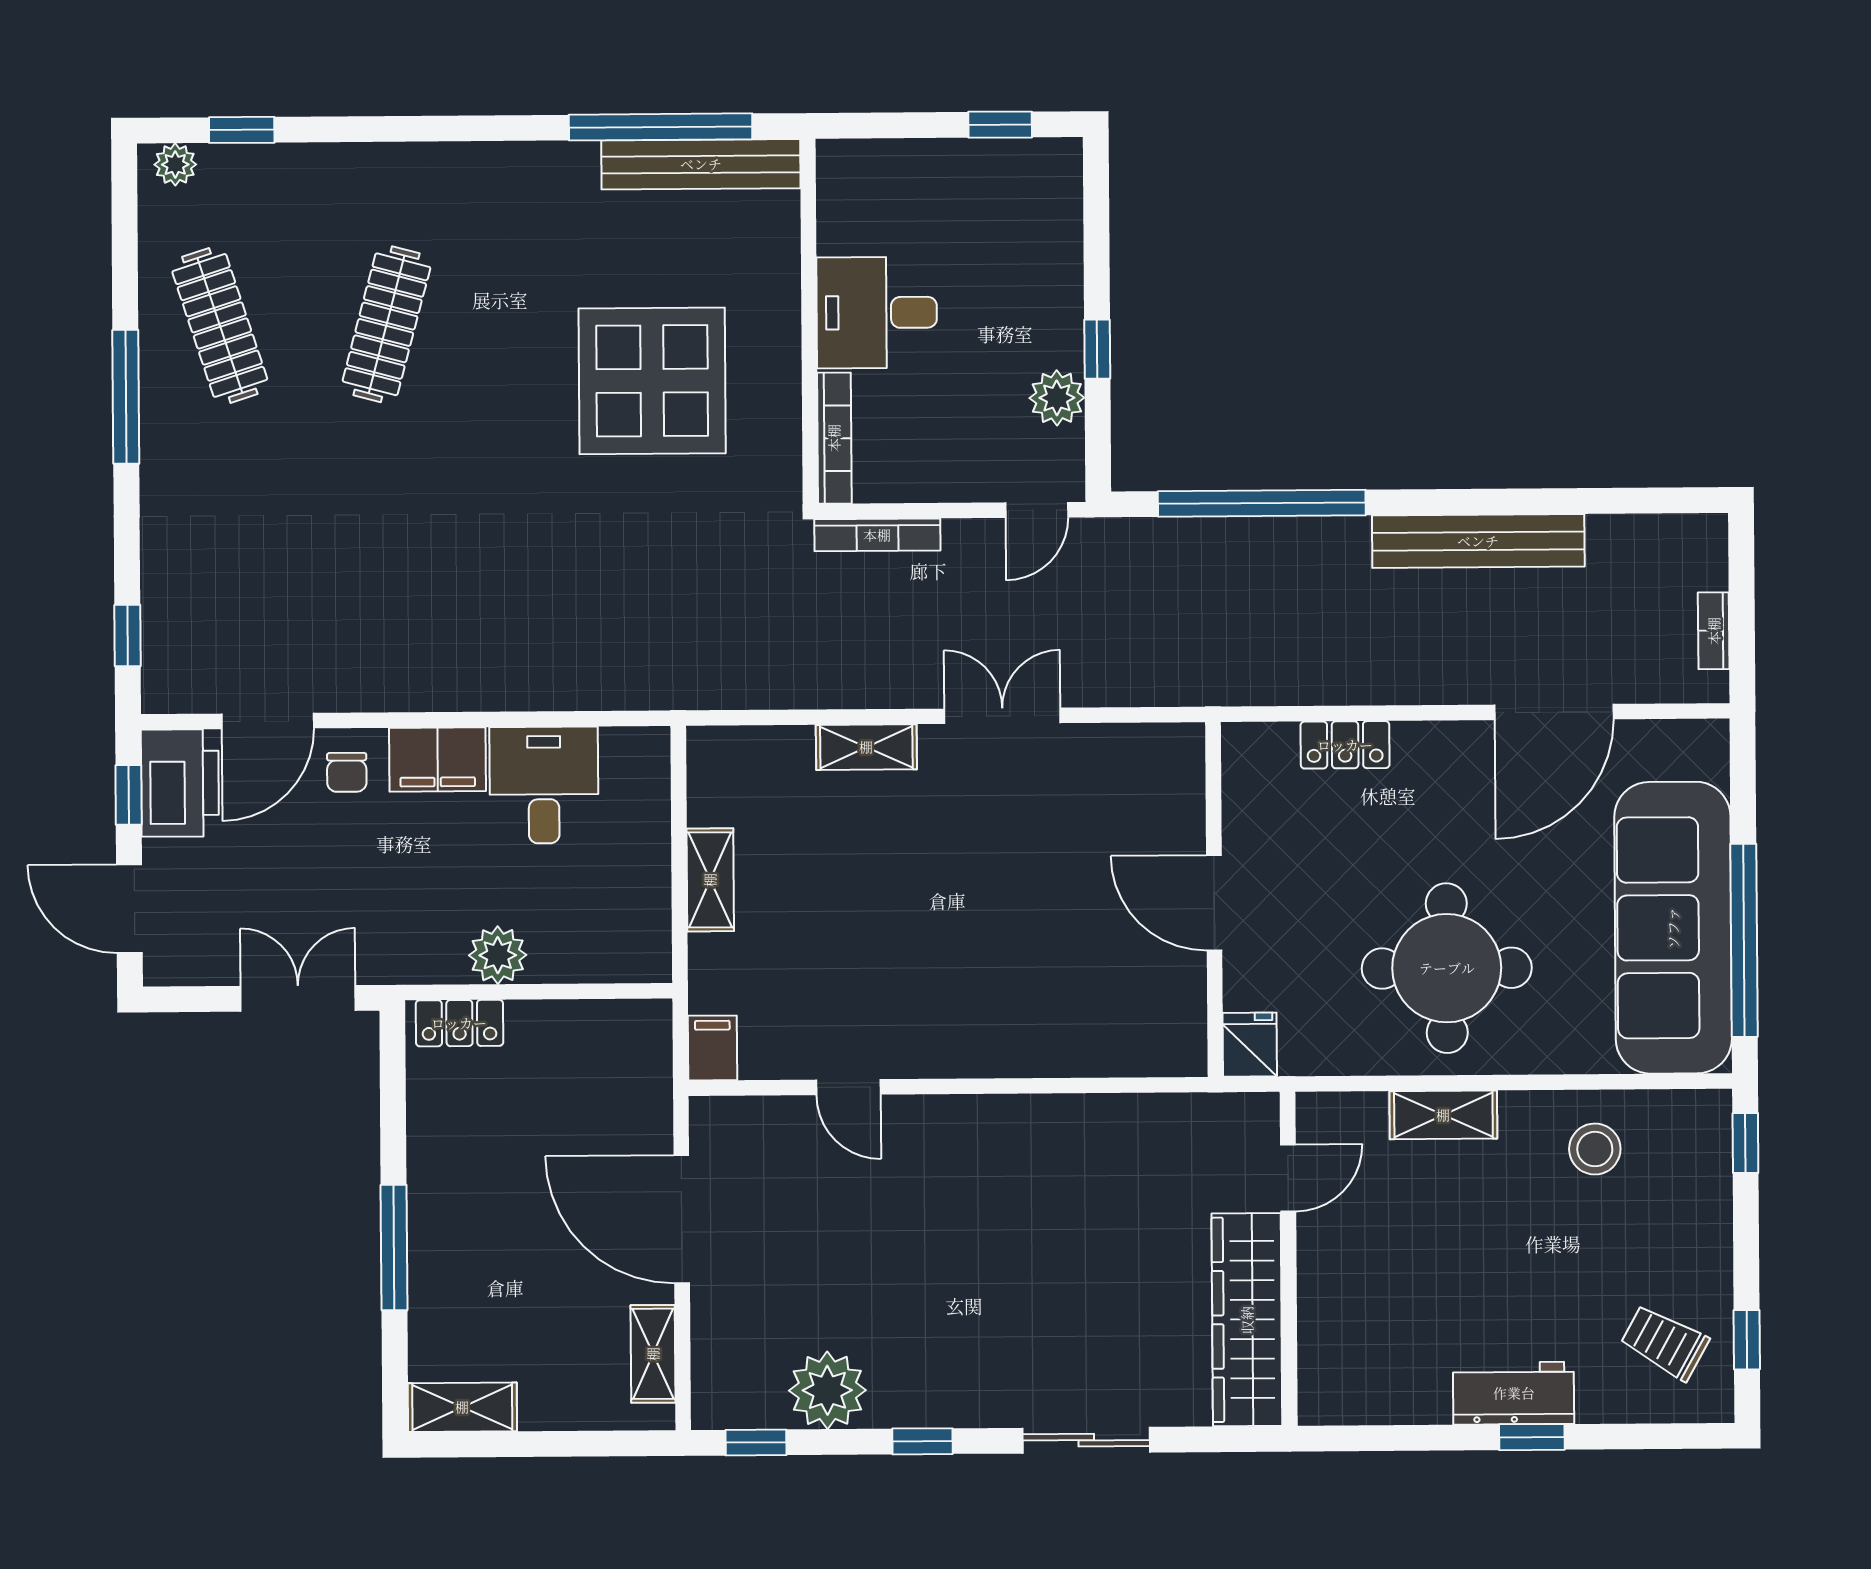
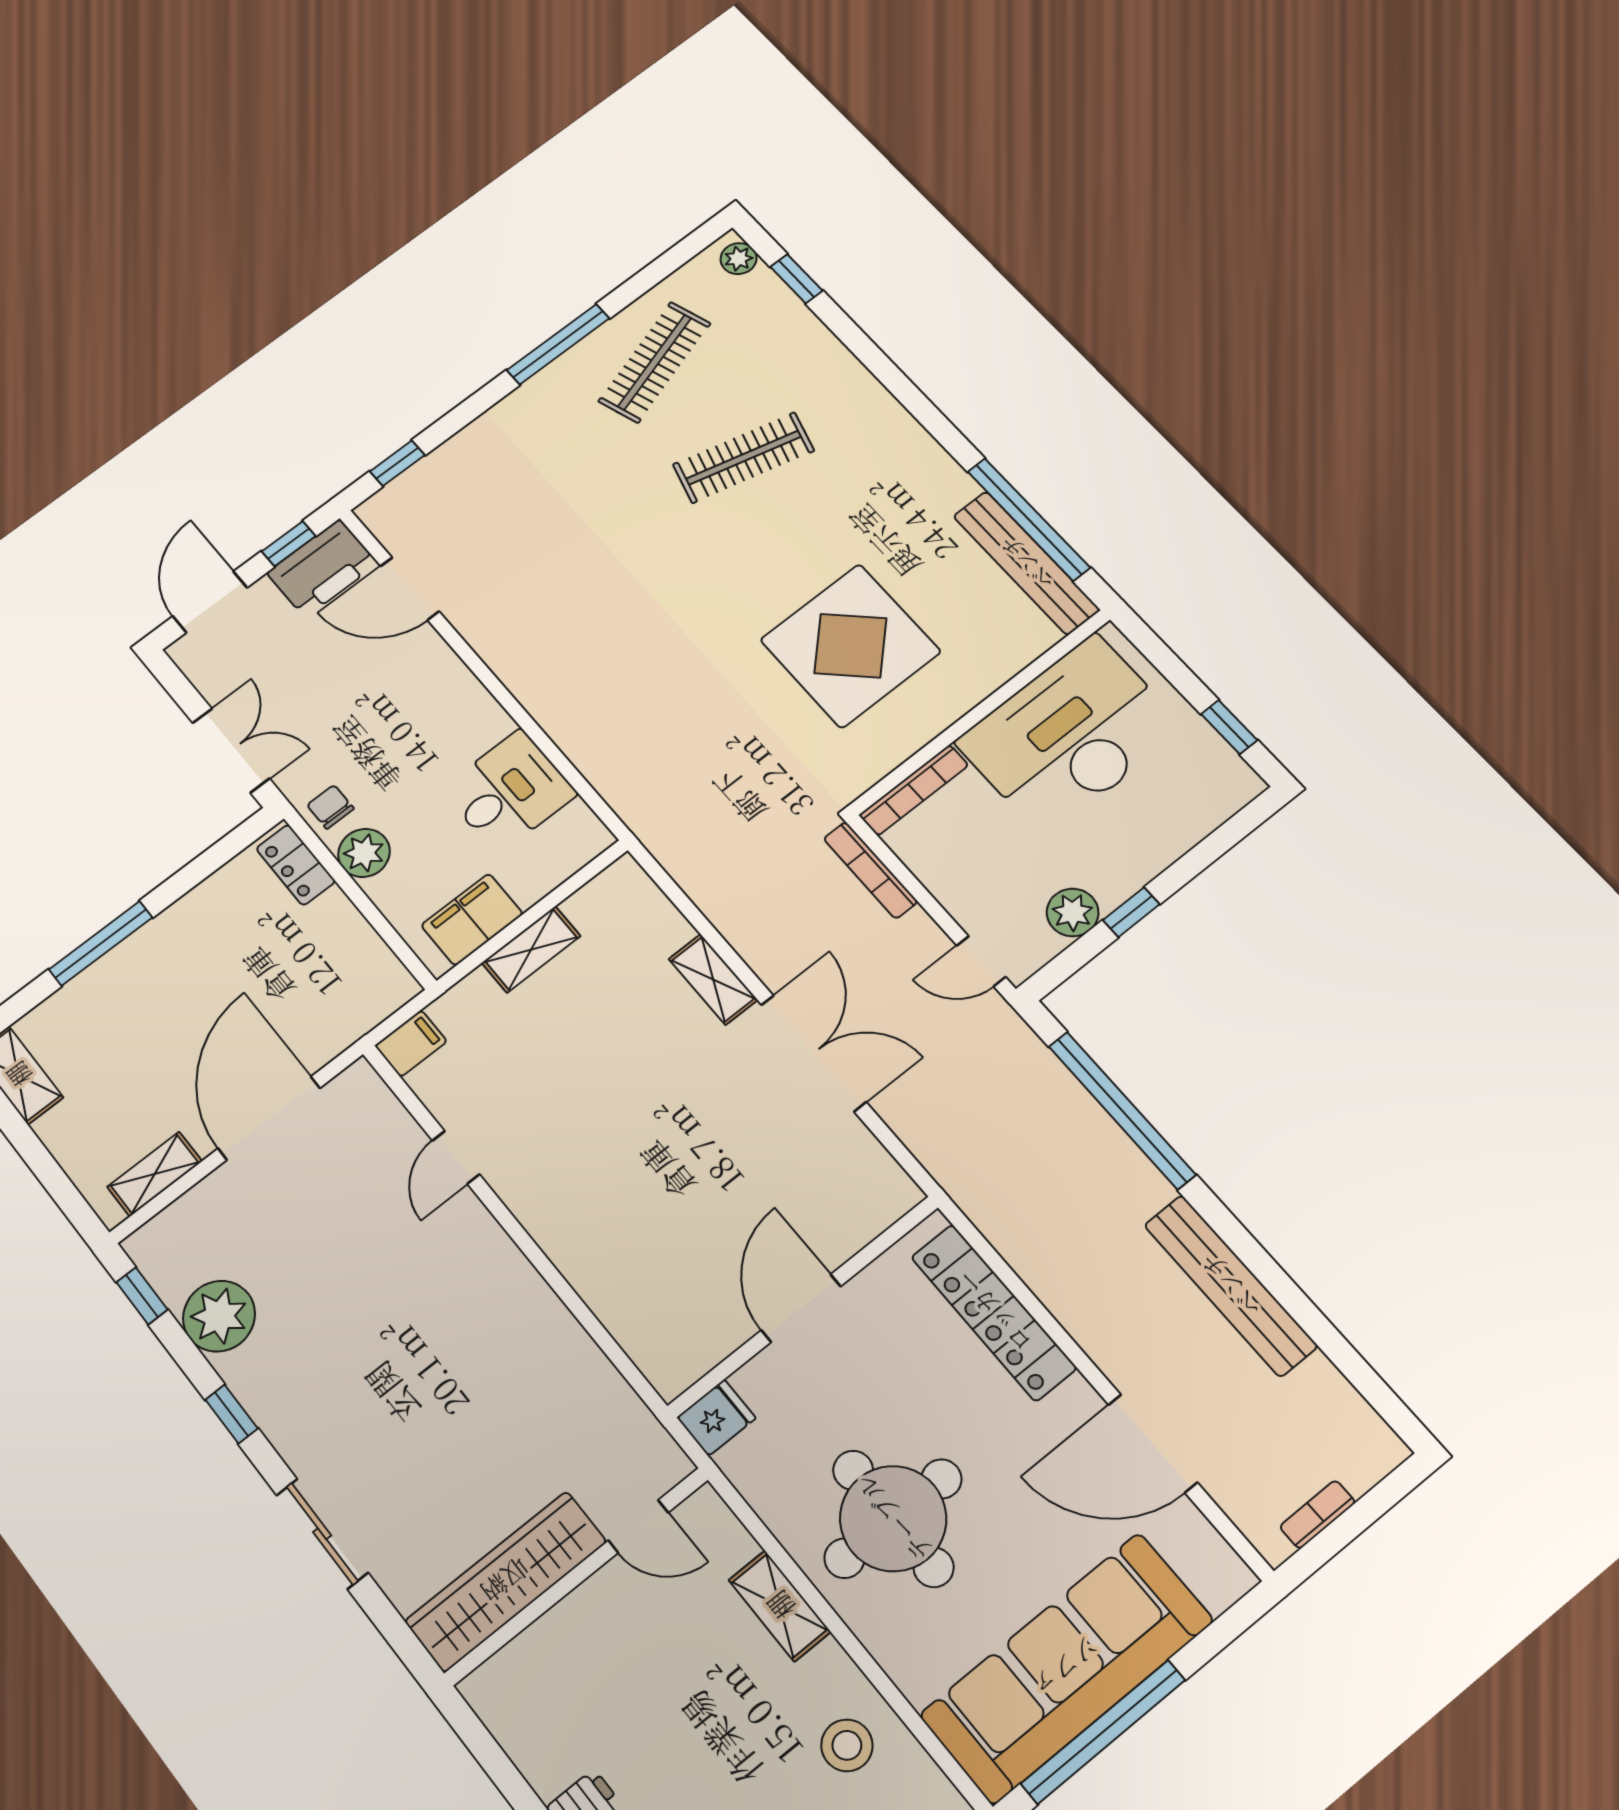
desk: (877, 313) -> (1070, 735), width x1.87, depth x1.30
double door: (1002, 716) -> (813, 1053), width x1.37
locker: (1345, 745) -> (993, 1312), width x2.16, depth x1.21
filing cabinet: (438, 760) -> (472, 920), moved, turned 90
chair: (347, 772) -> (330, 807), moved, turned 90

